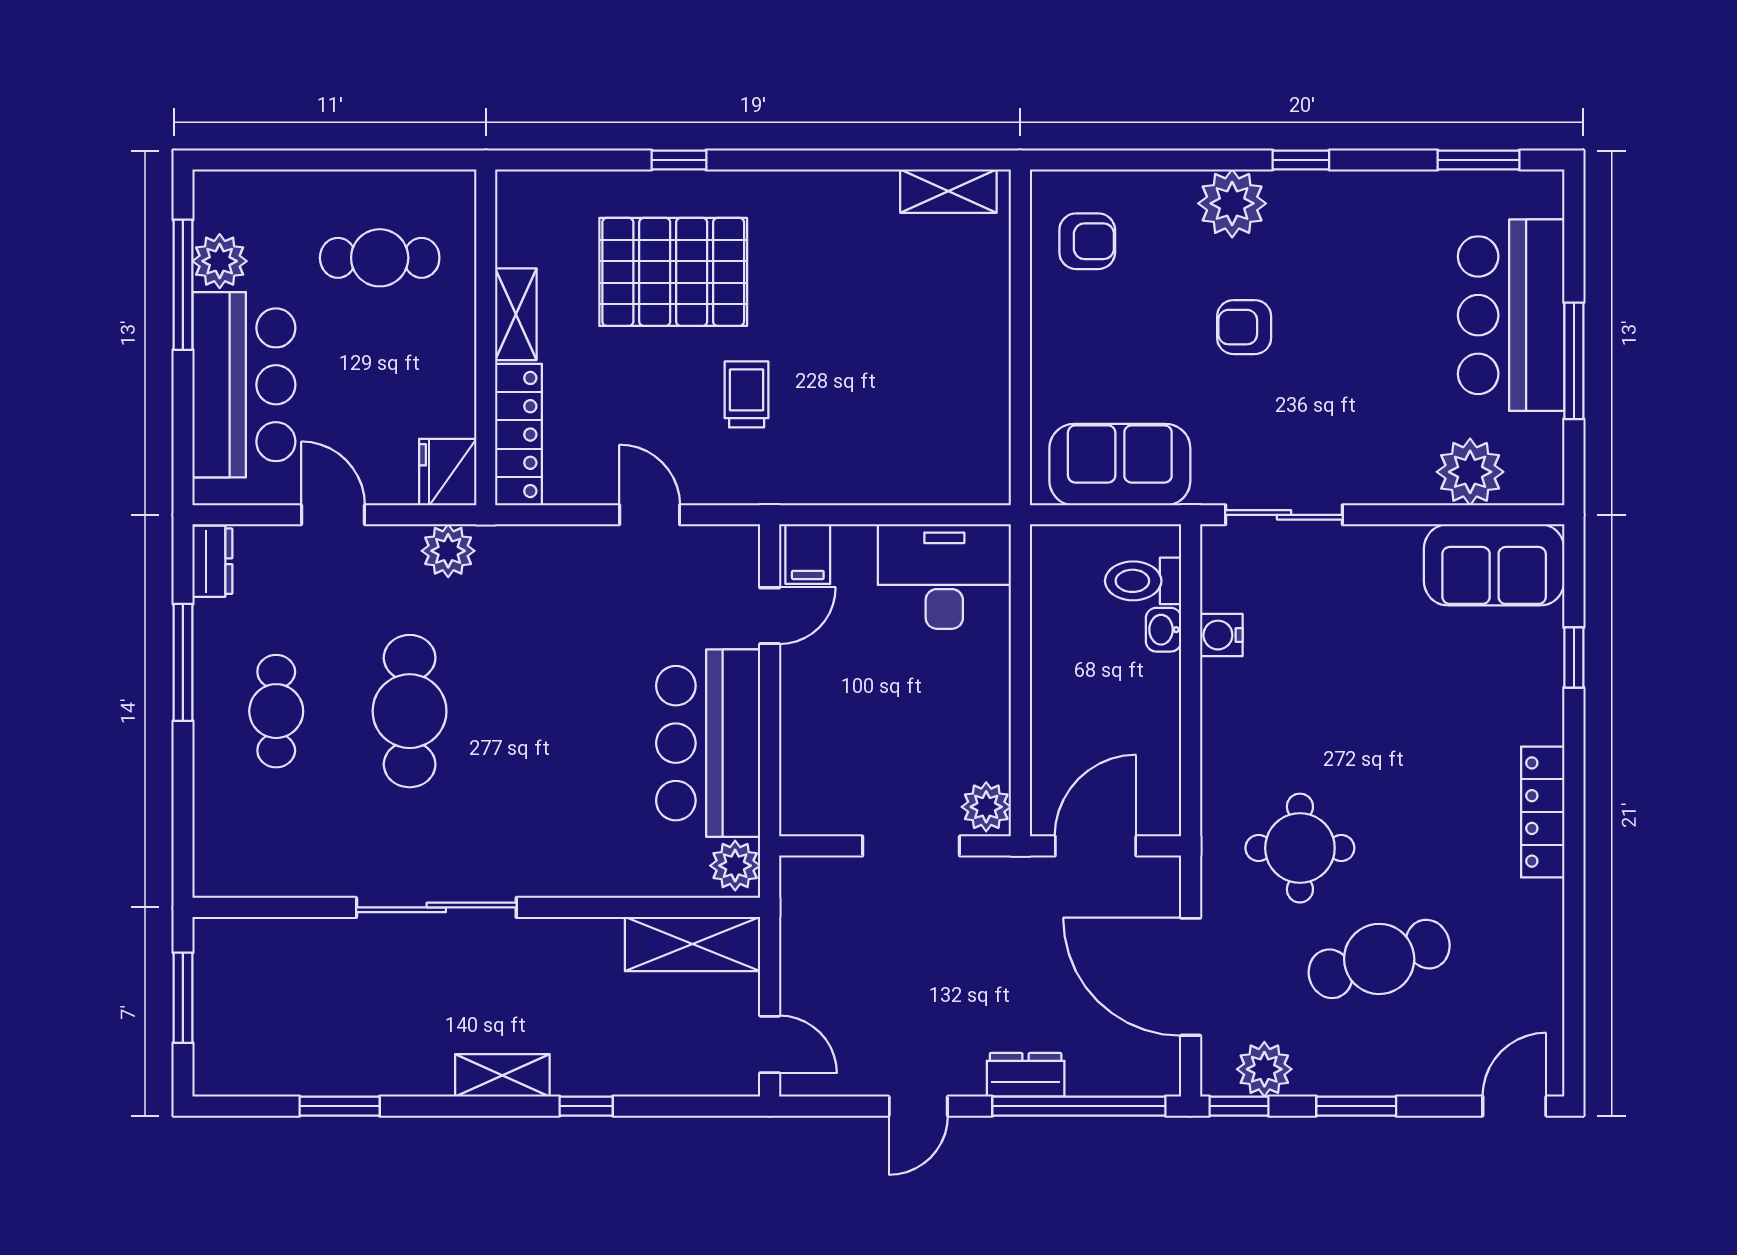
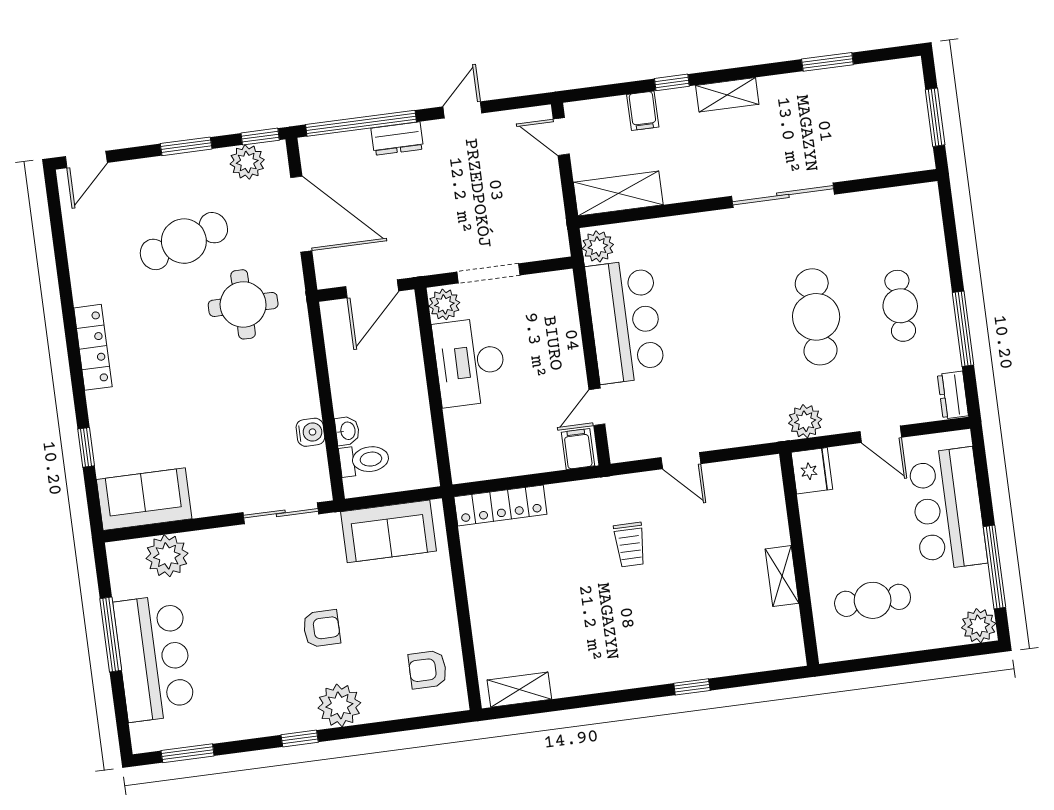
plant: (220, 261) -> (979, 626), moved
pallet: (673, 272) -> (686, 616), removed
locker: (519, 435) -> (500, 505), moved, turned -90
desk: (944, 577) -> (470, 362), moved, turned 90
filing cabinet: (637, 1068) -> (643, 111), added

